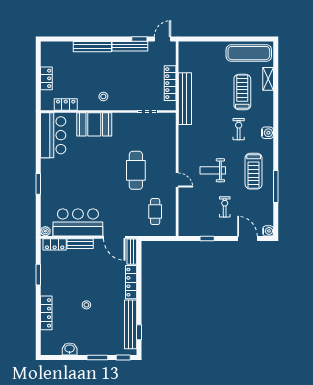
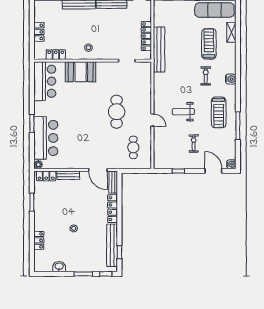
bar counter: (78, 222) -> (46, 138), moved, turned 90
locker: (46, 313) -> (39, 240), width x0.66

